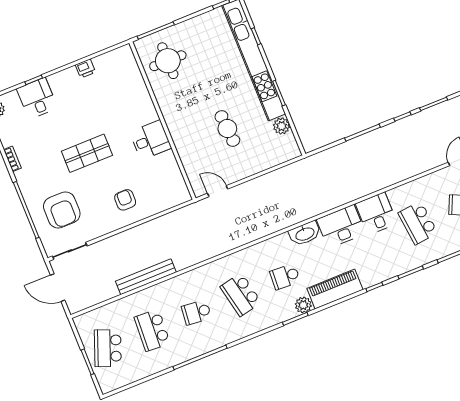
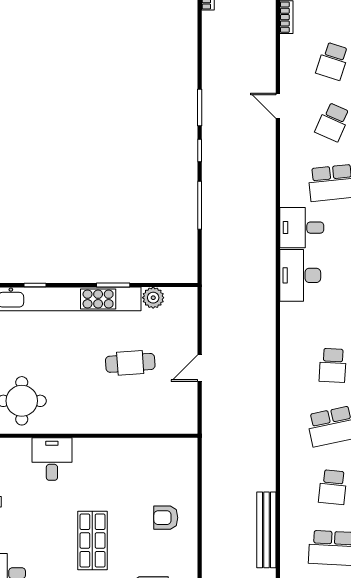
desk: (151, 140) -> (52, 459), moved
door: (218, 191) -> (200, 368), moved
washbasin: (305, 234) -> (291, 322), removed

